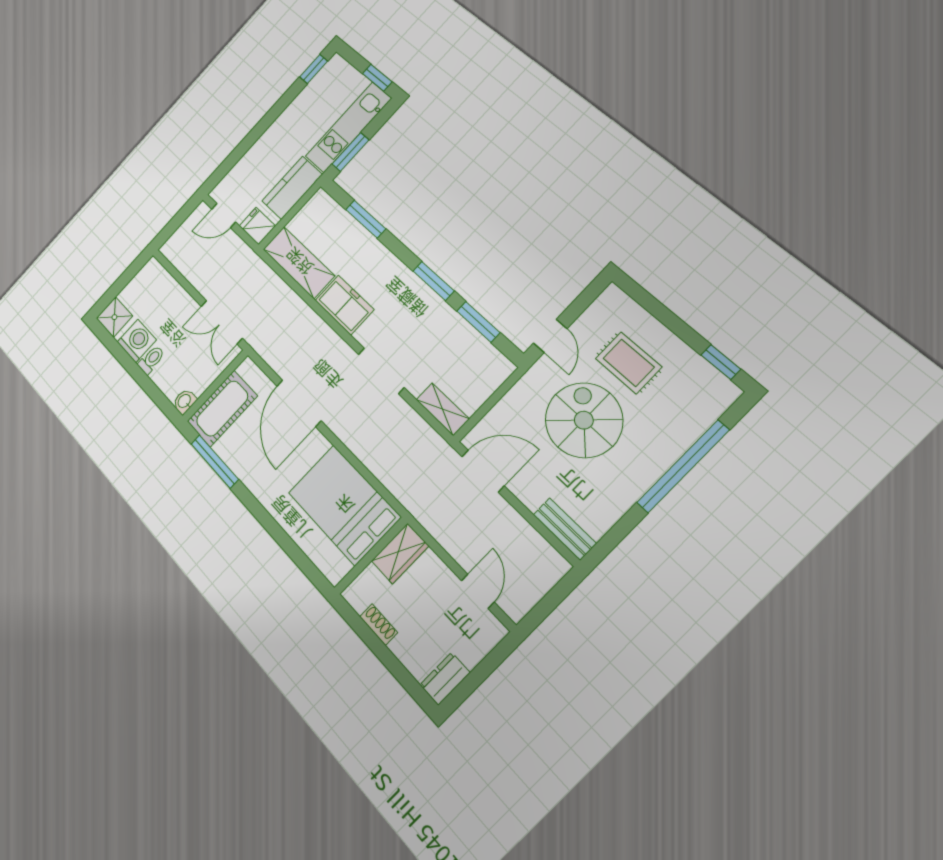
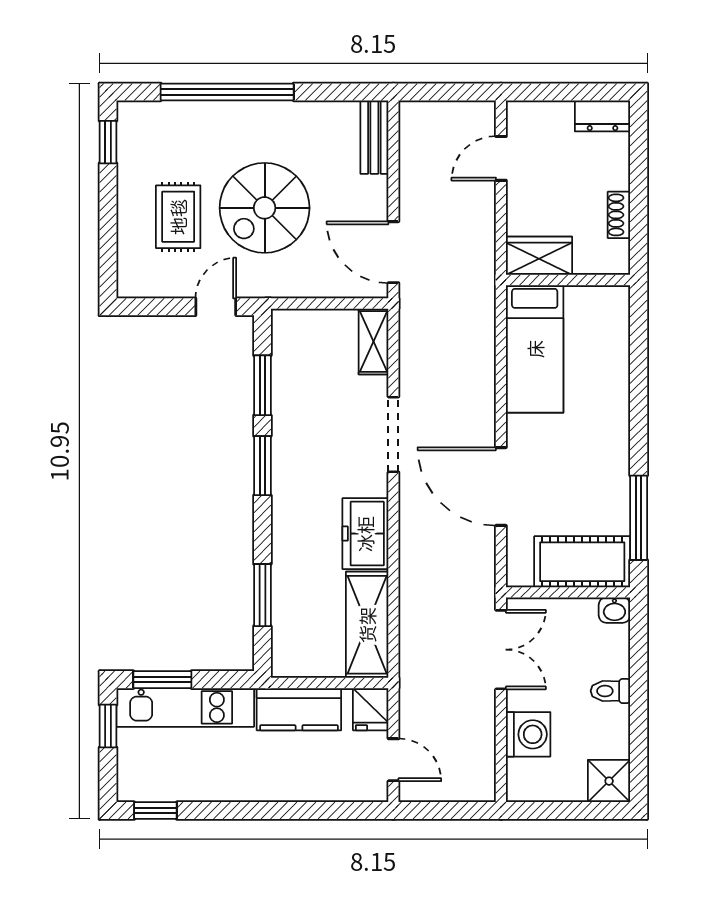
window: (350, 152) -> (162, 680), moved
washing machine: (137, 341) -> (528, 734), moved, turned 180
door: (299, 403) -> (501, 486), swing flipped
bed: (344, 505) -> (535, 349), width x0.67

